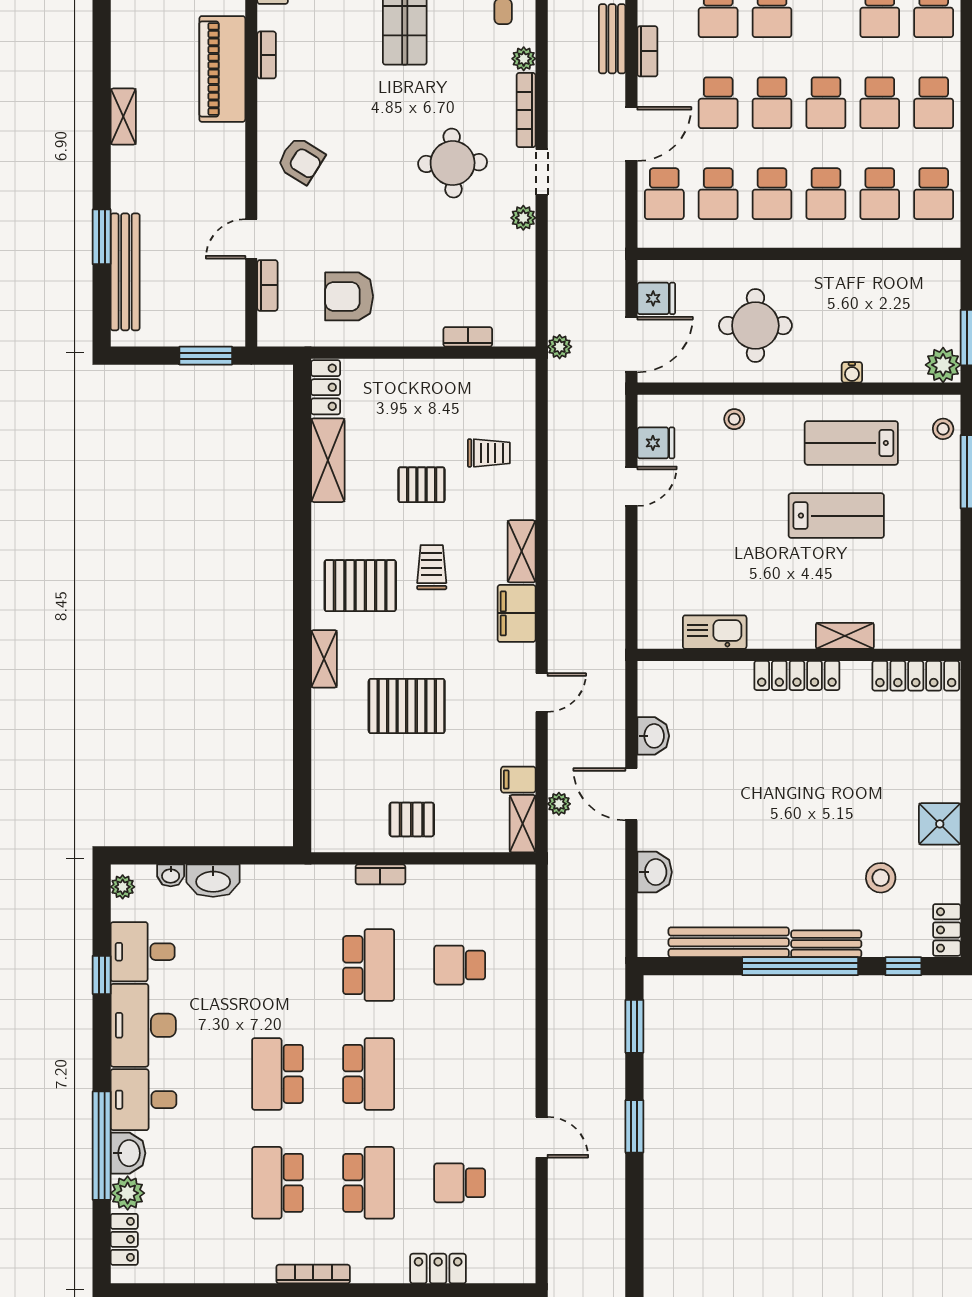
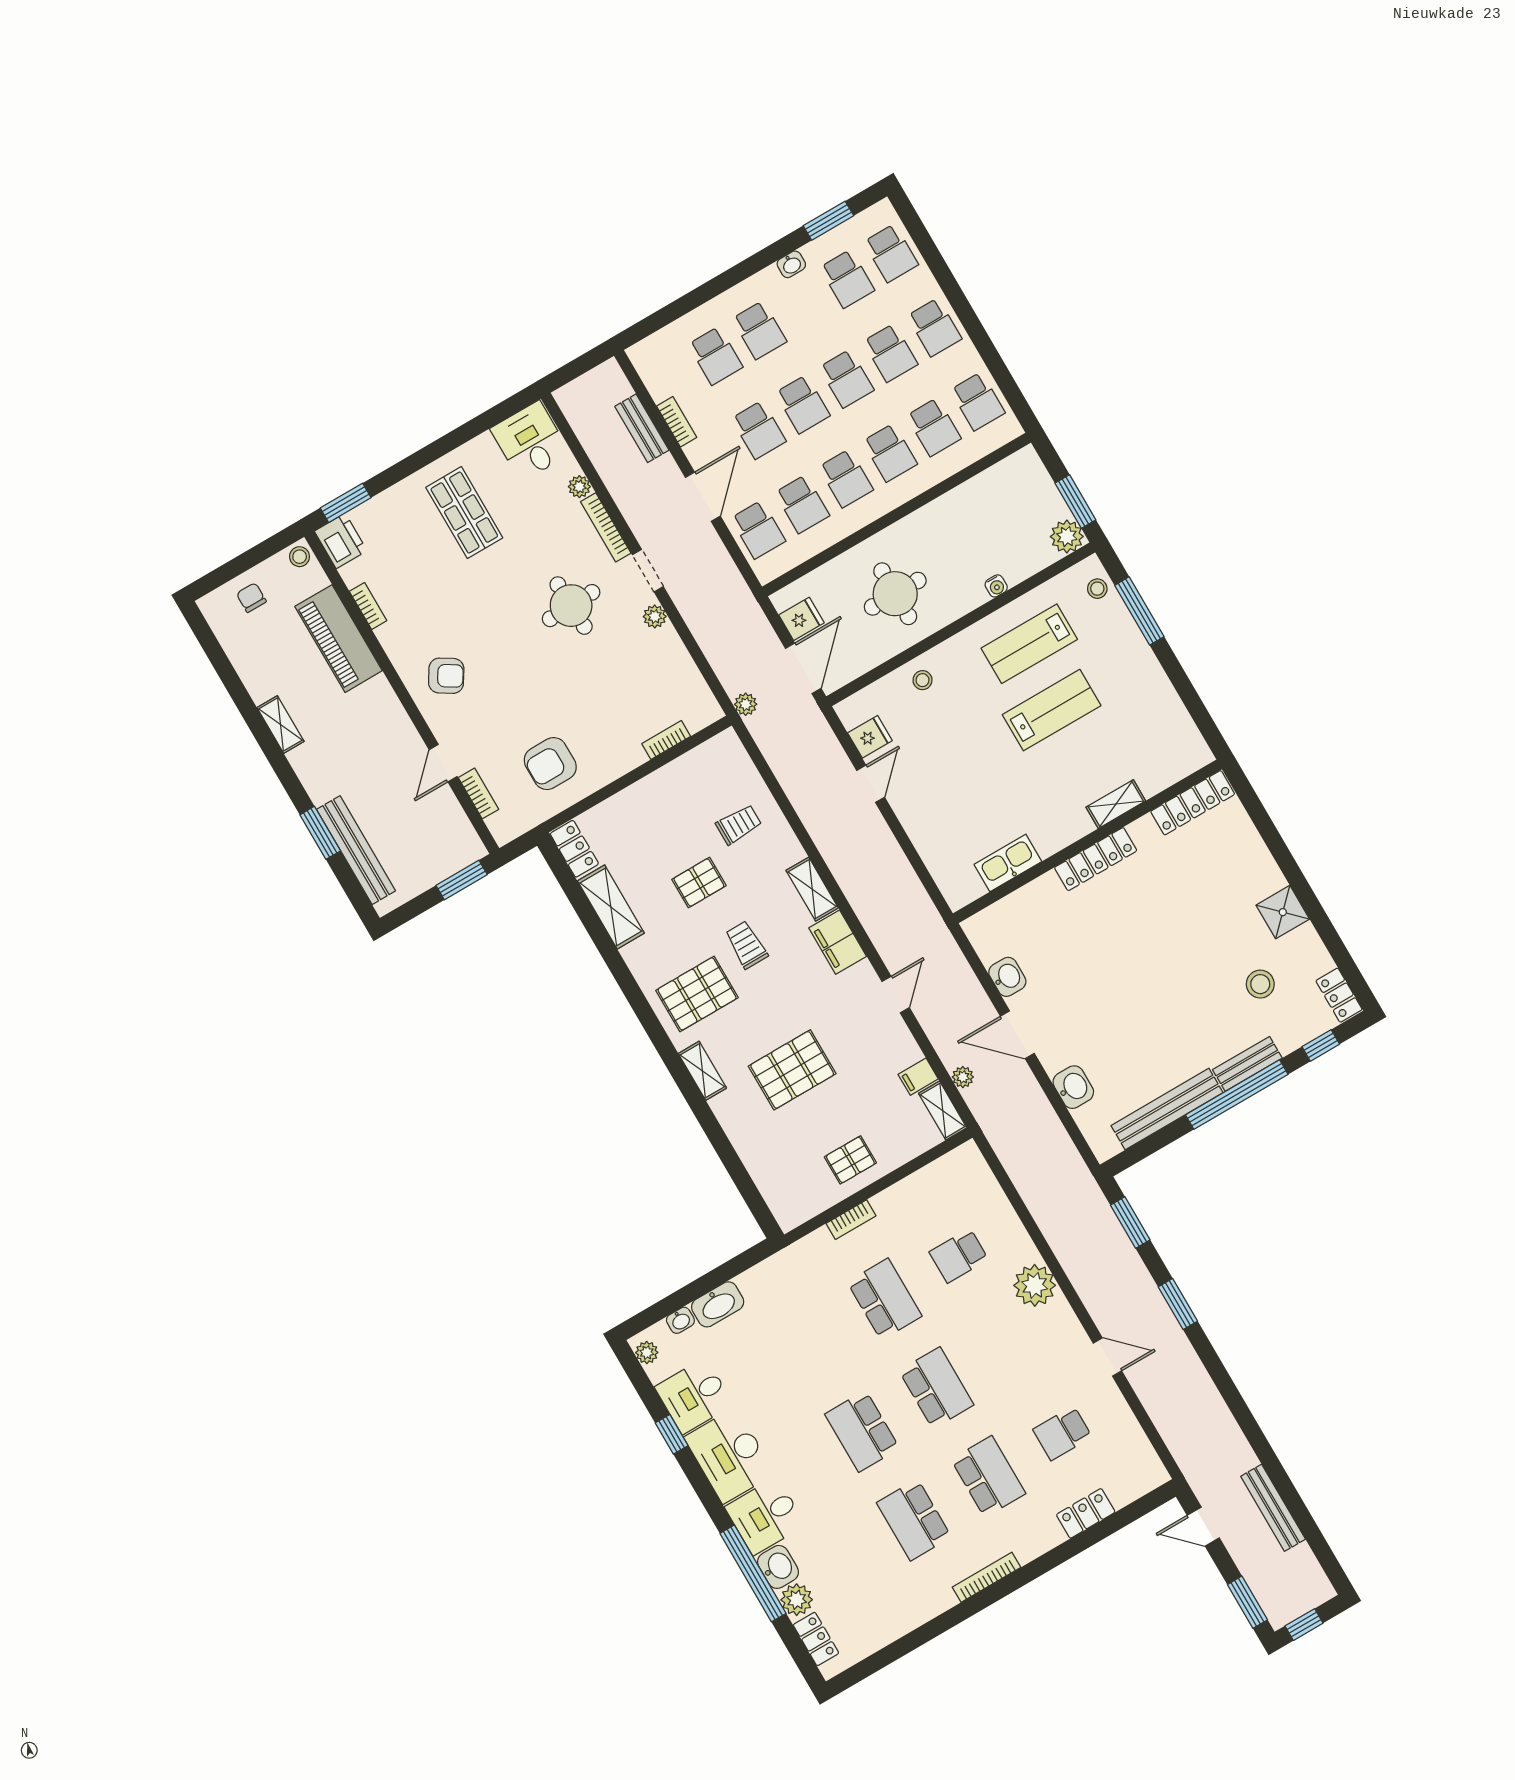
plant: (513, 1033) -> (1035, 1285), added

